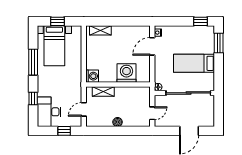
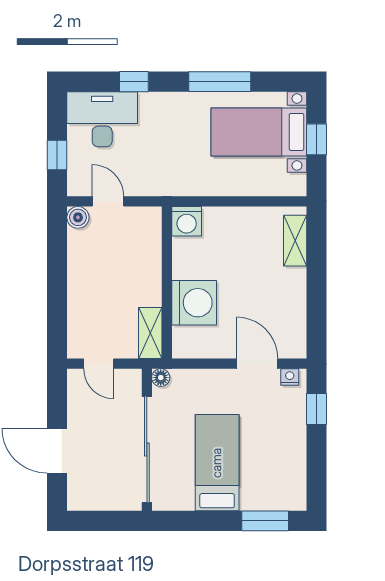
window: (200, 21) -> (316, 409), moved
shelving: (103, 92) -> (150, 333), moved
boiler: (118, 122) -> (78, 217), moved

